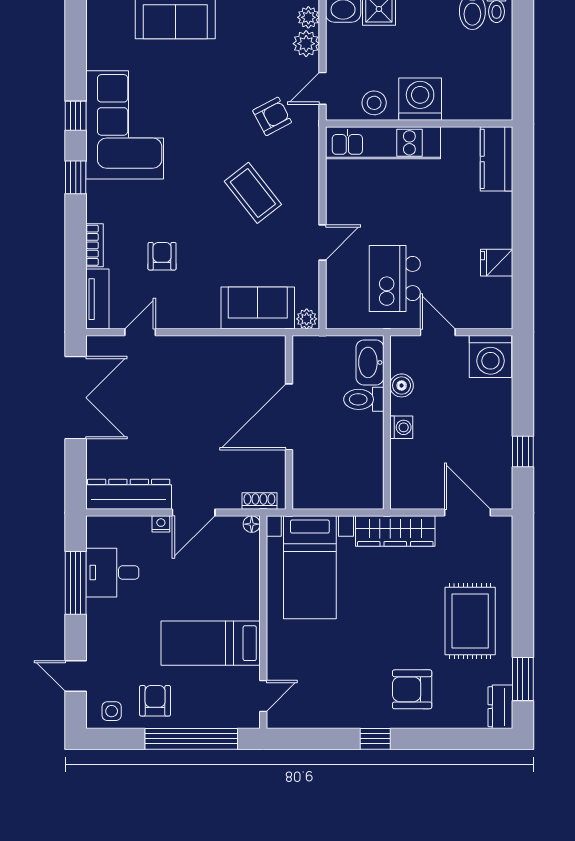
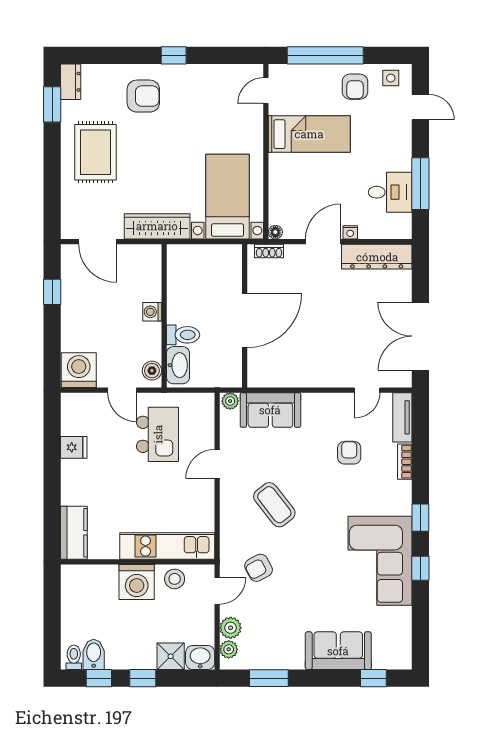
armchair: (162, 256) -> (349, 453), turned 180
boiler: (402, 385) -> (152, 371), moved

